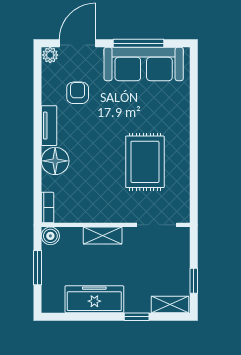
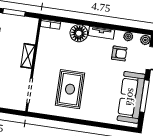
plant: (49, 83) -> (128, 36), added
rug: (145, 162) -> (70, 89), turned 90
boiler: (50, 236) -> (33, 23), removed

